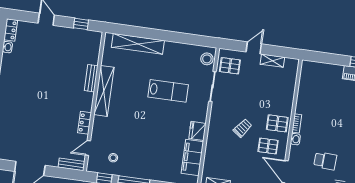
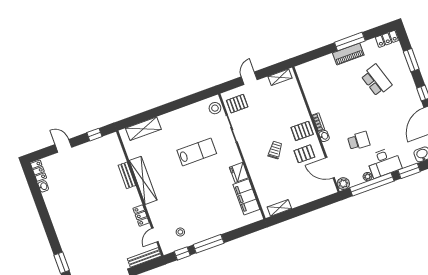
shelving: (138, 44) -> (143, 129), width x0.68
shelving: (272, 61) -> (280, 77), moved
bench: (71, 164) -> (144, 257), width x1.36

